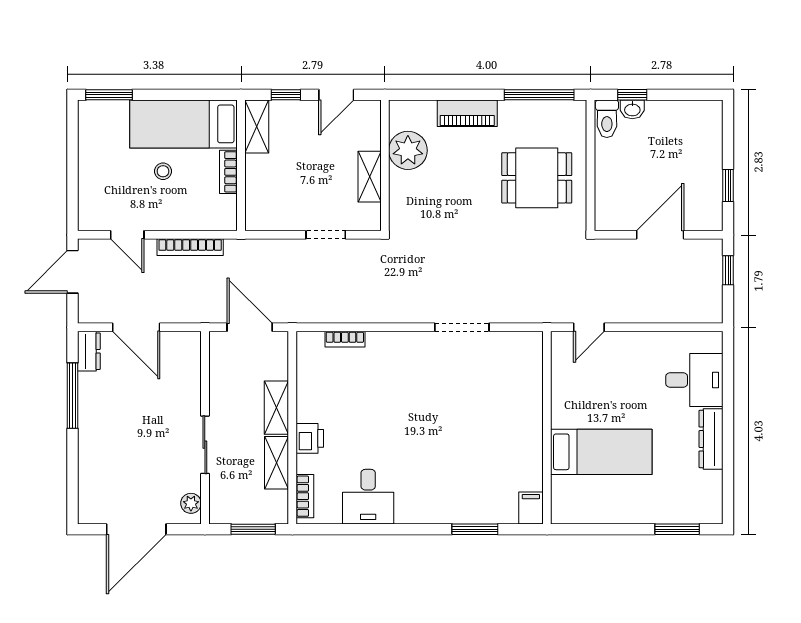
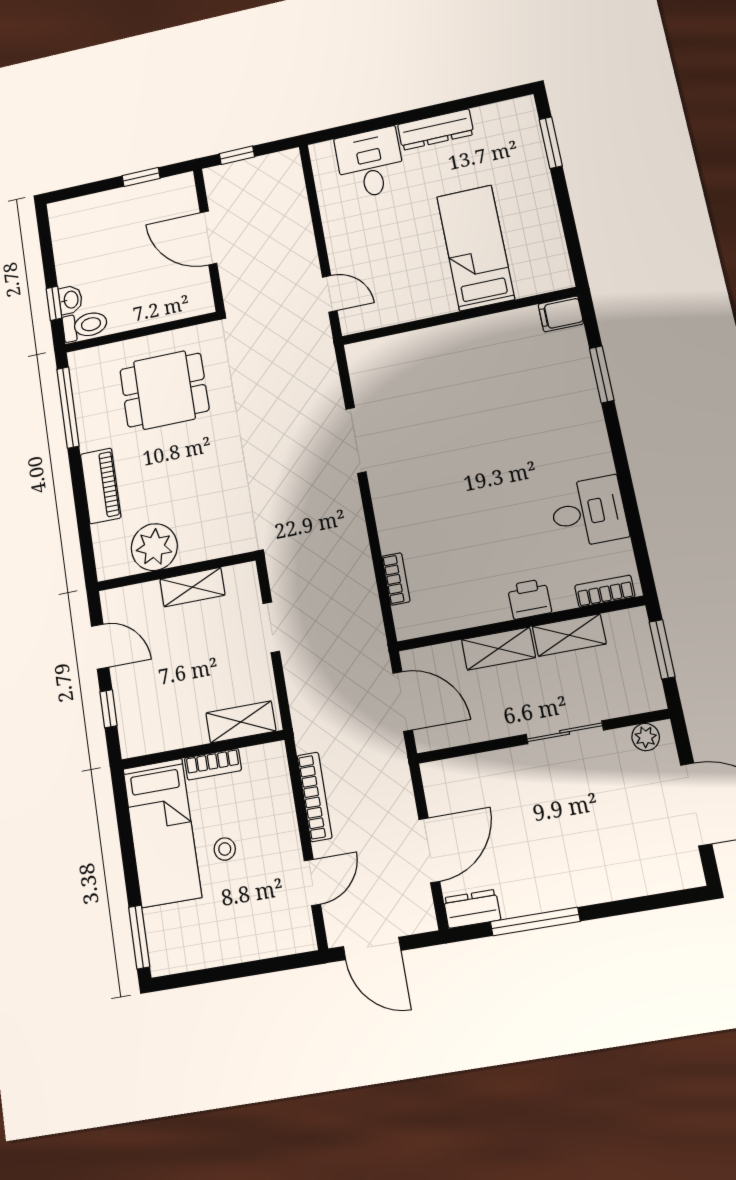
shelving: (257, 126) -> (241, 722), moved
dining table: (537, 178) -> (164, 390), turned 90
door: (250, 327) -> (403, 701), swing flipped

